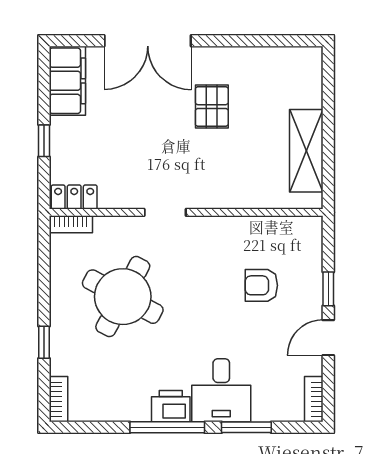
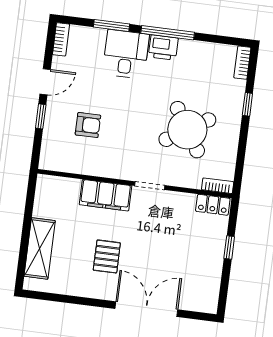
filing cabinet: (67, 81) -> (105, 195), moved, turned -90
shelving: (306, 151) -> (40, 248), moved
round table: (123, 297) -> (187, 130), turned 30

